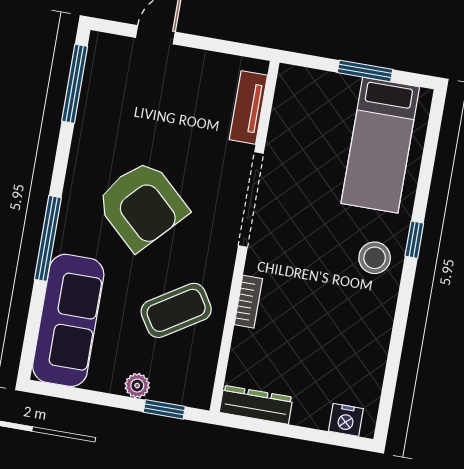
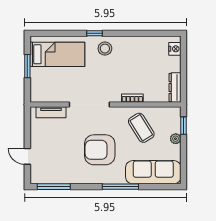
armchair: (142, 205) -> (100, 150), turned -133

